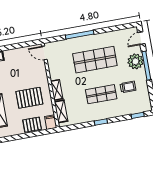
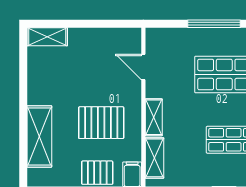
door: (44, 53) -> (143, 67), moved

